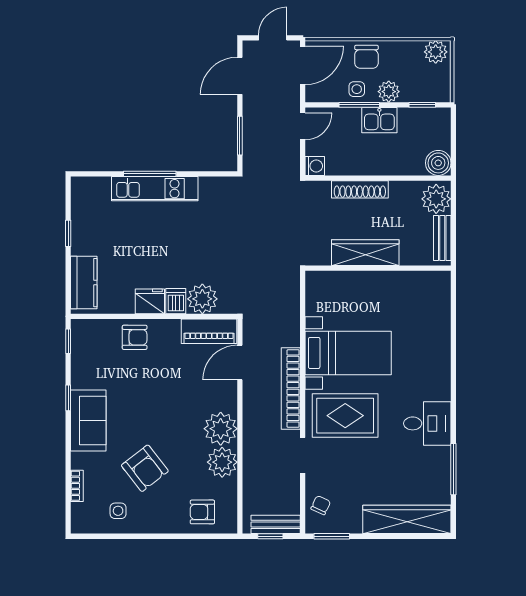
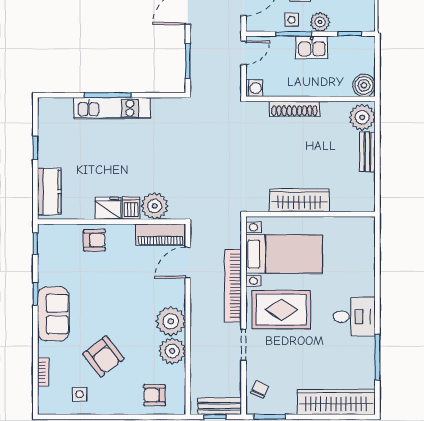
wardrobe: (365, 253) -> (299, 200), moved
wall: (378, 268) -> (310, 214), moved

